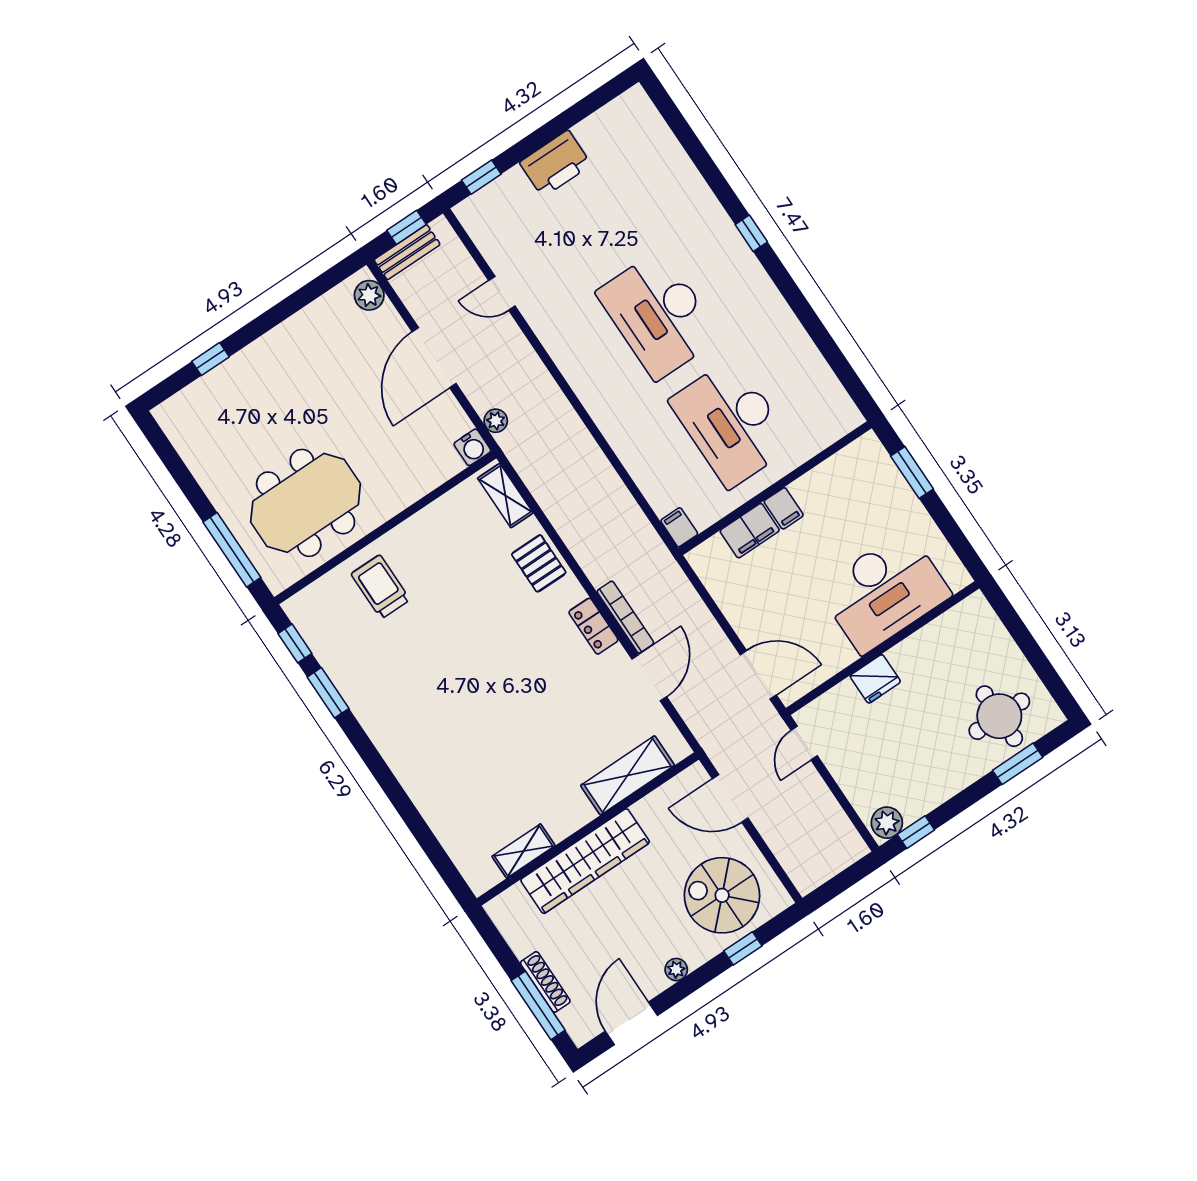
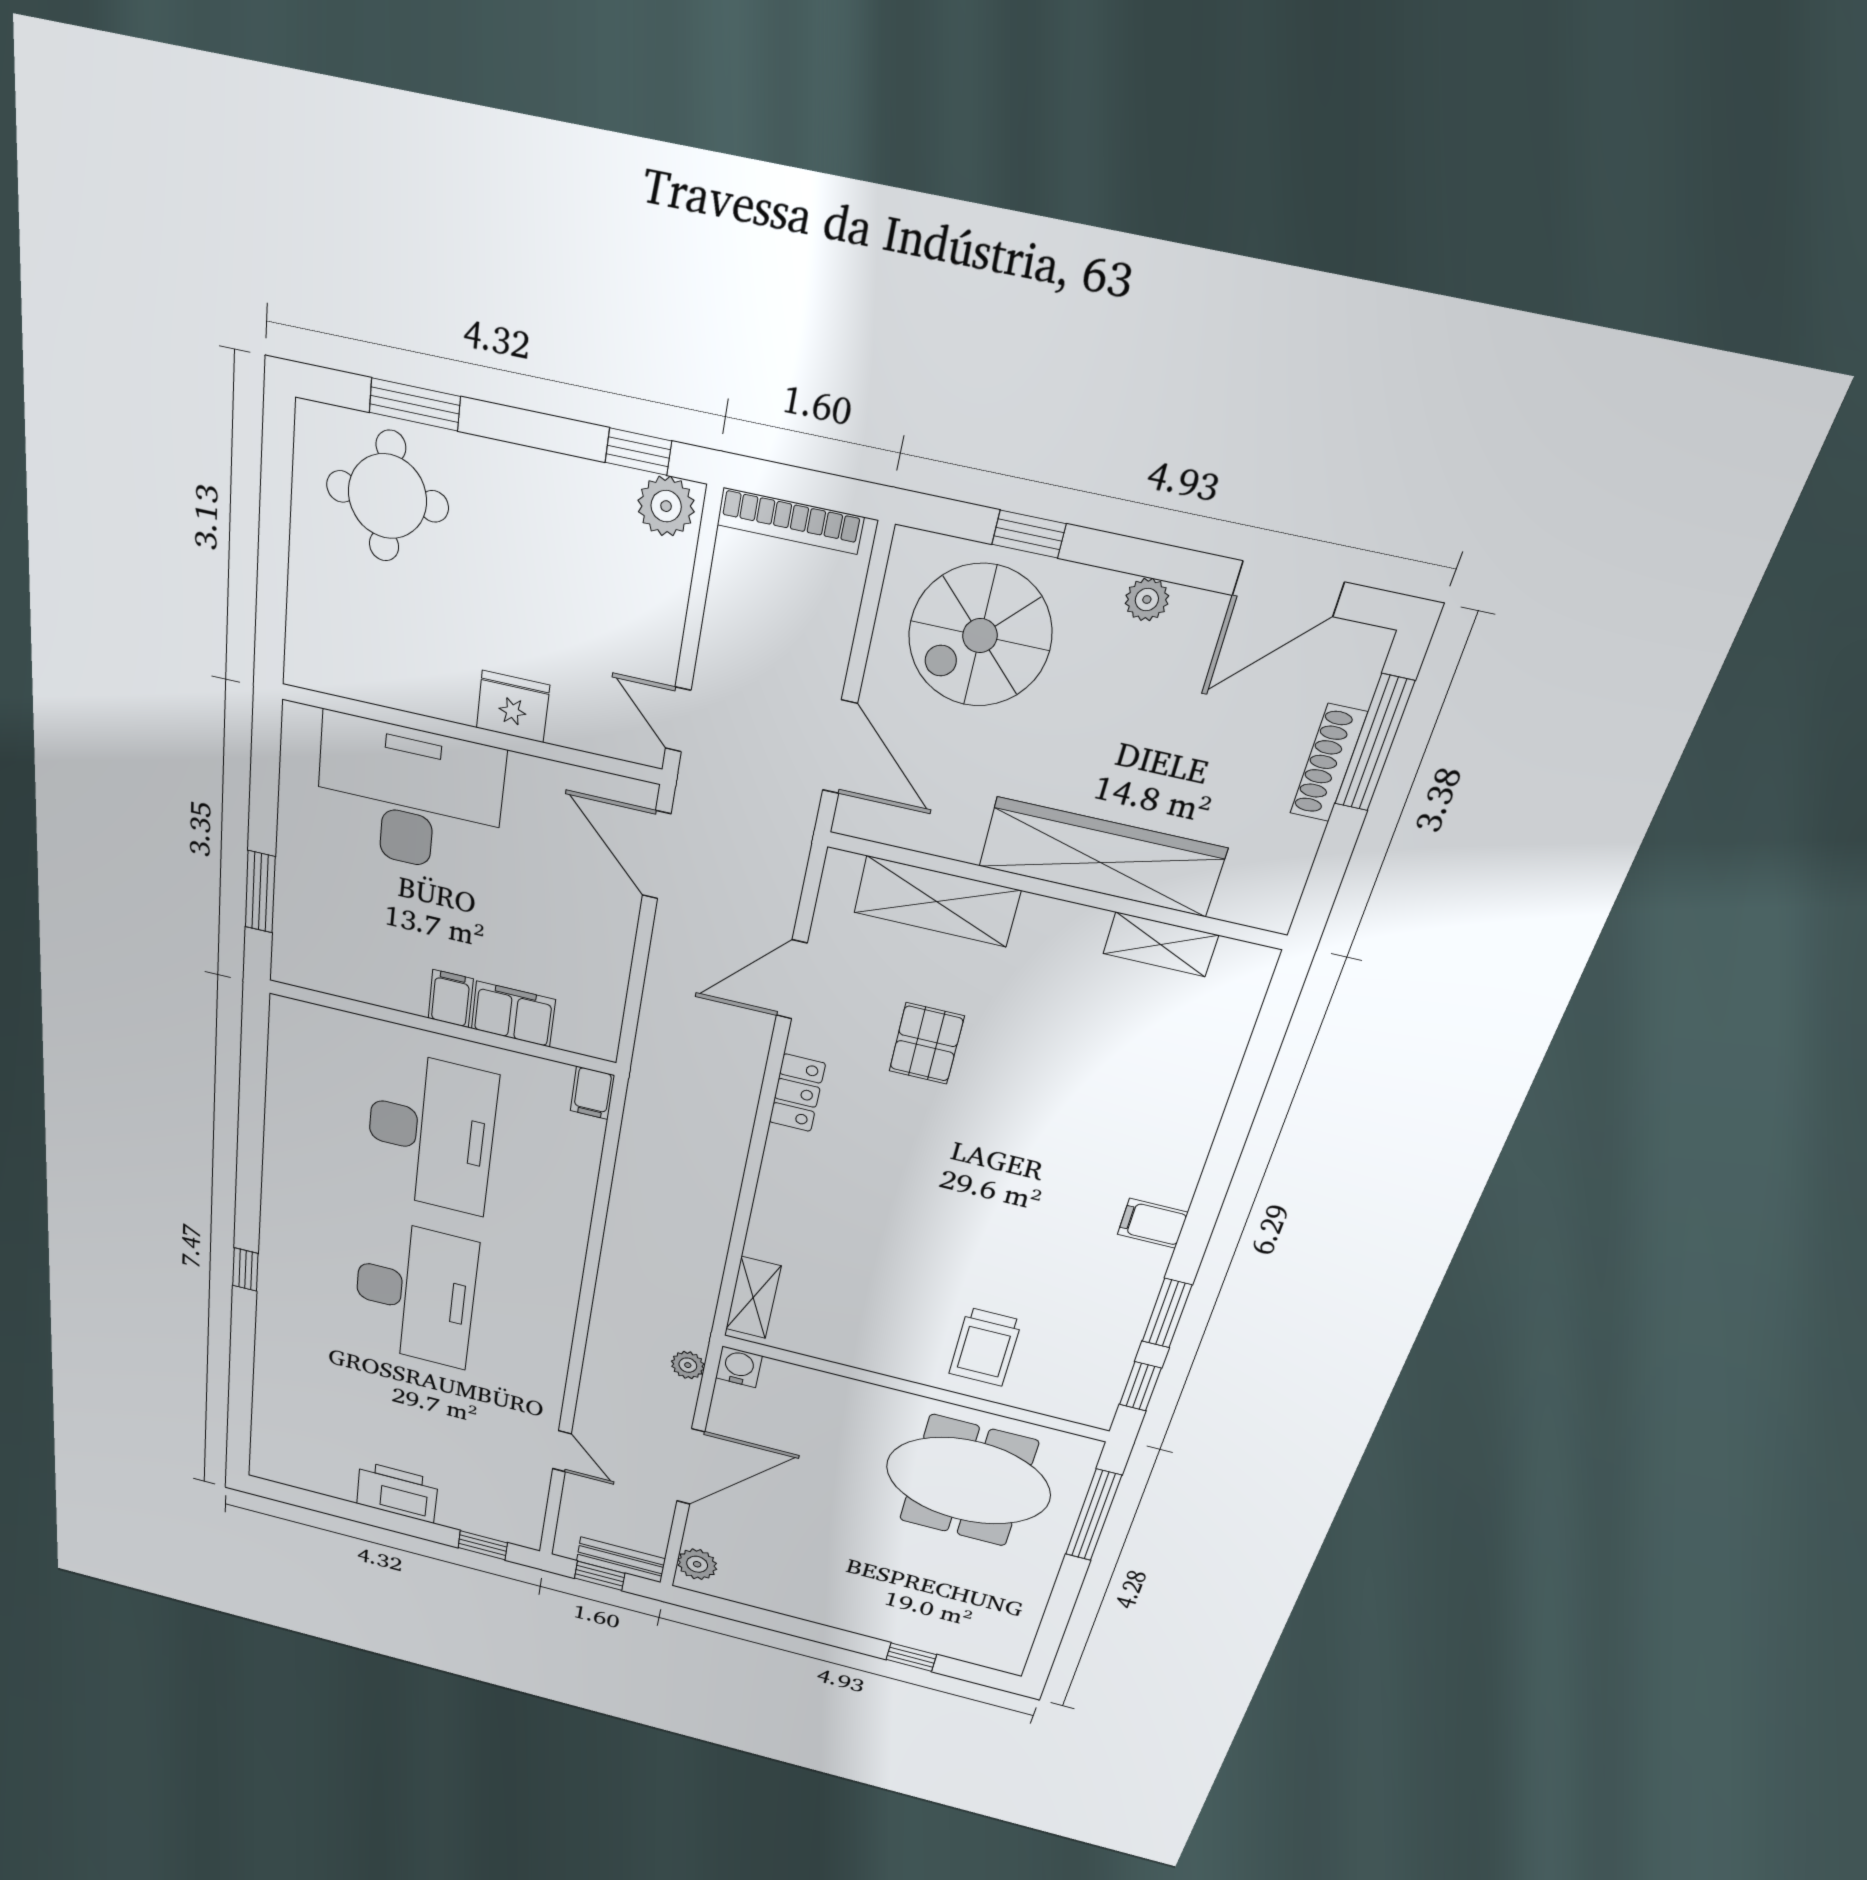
pallet: (539, 563) -> (927, 1044), moved
bookcase: (625, 617) -> (790, 521), moved, turned -90
filing cabinet: (385, 729) -> (1153, 1223), added
door: (804, 743) -> (678, 719), swing flipped
spiral stairs: (722, 895) -> (980, 636), turned 90

